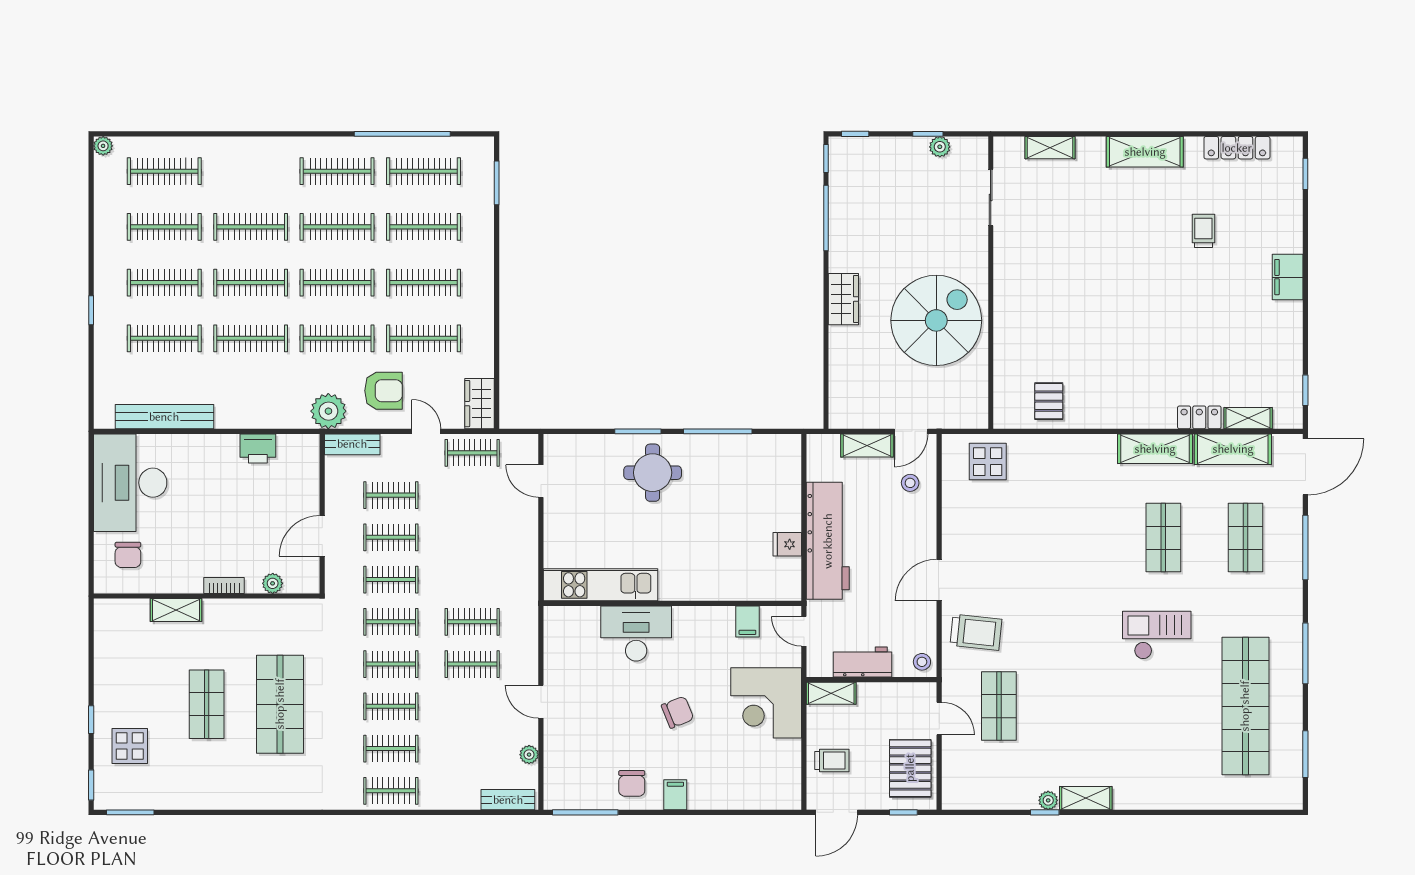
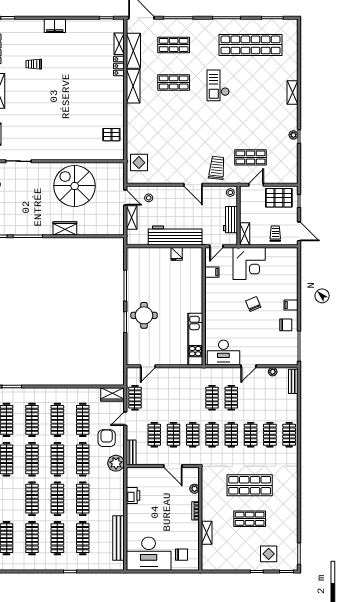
desk: (636, 634) -> (223, 353), moved, turned -90
shelving: (1086, 798) -> (292, 93), moved

